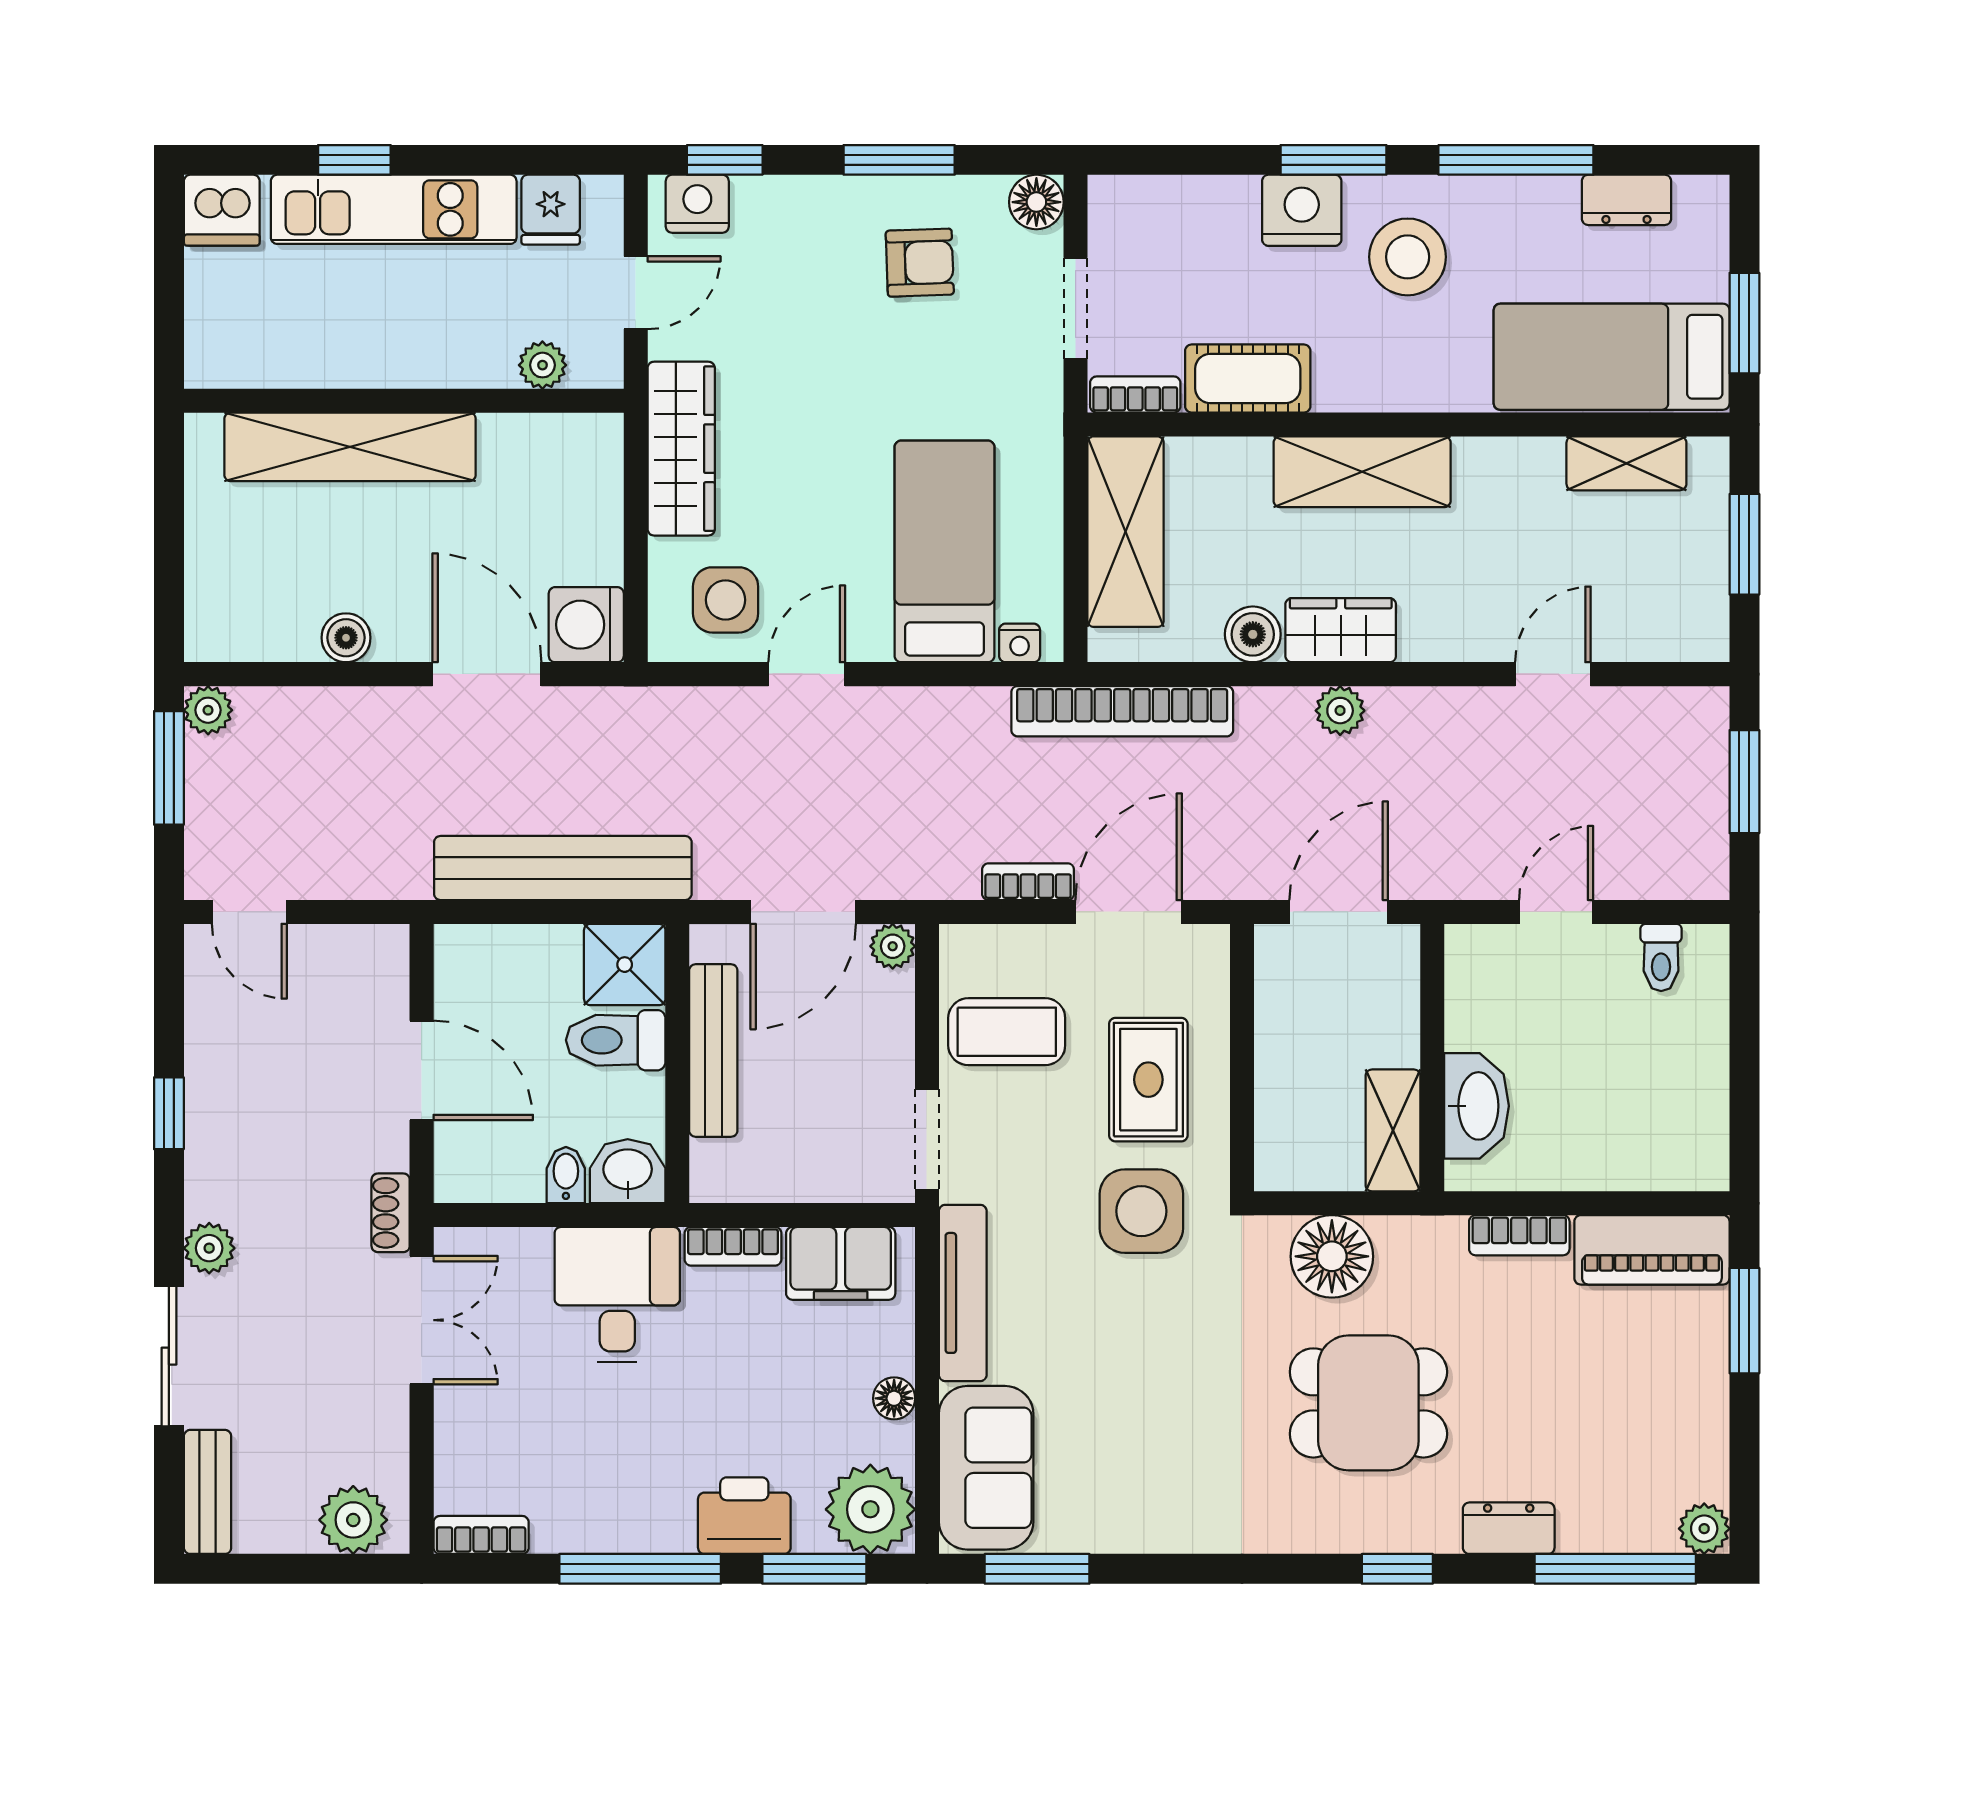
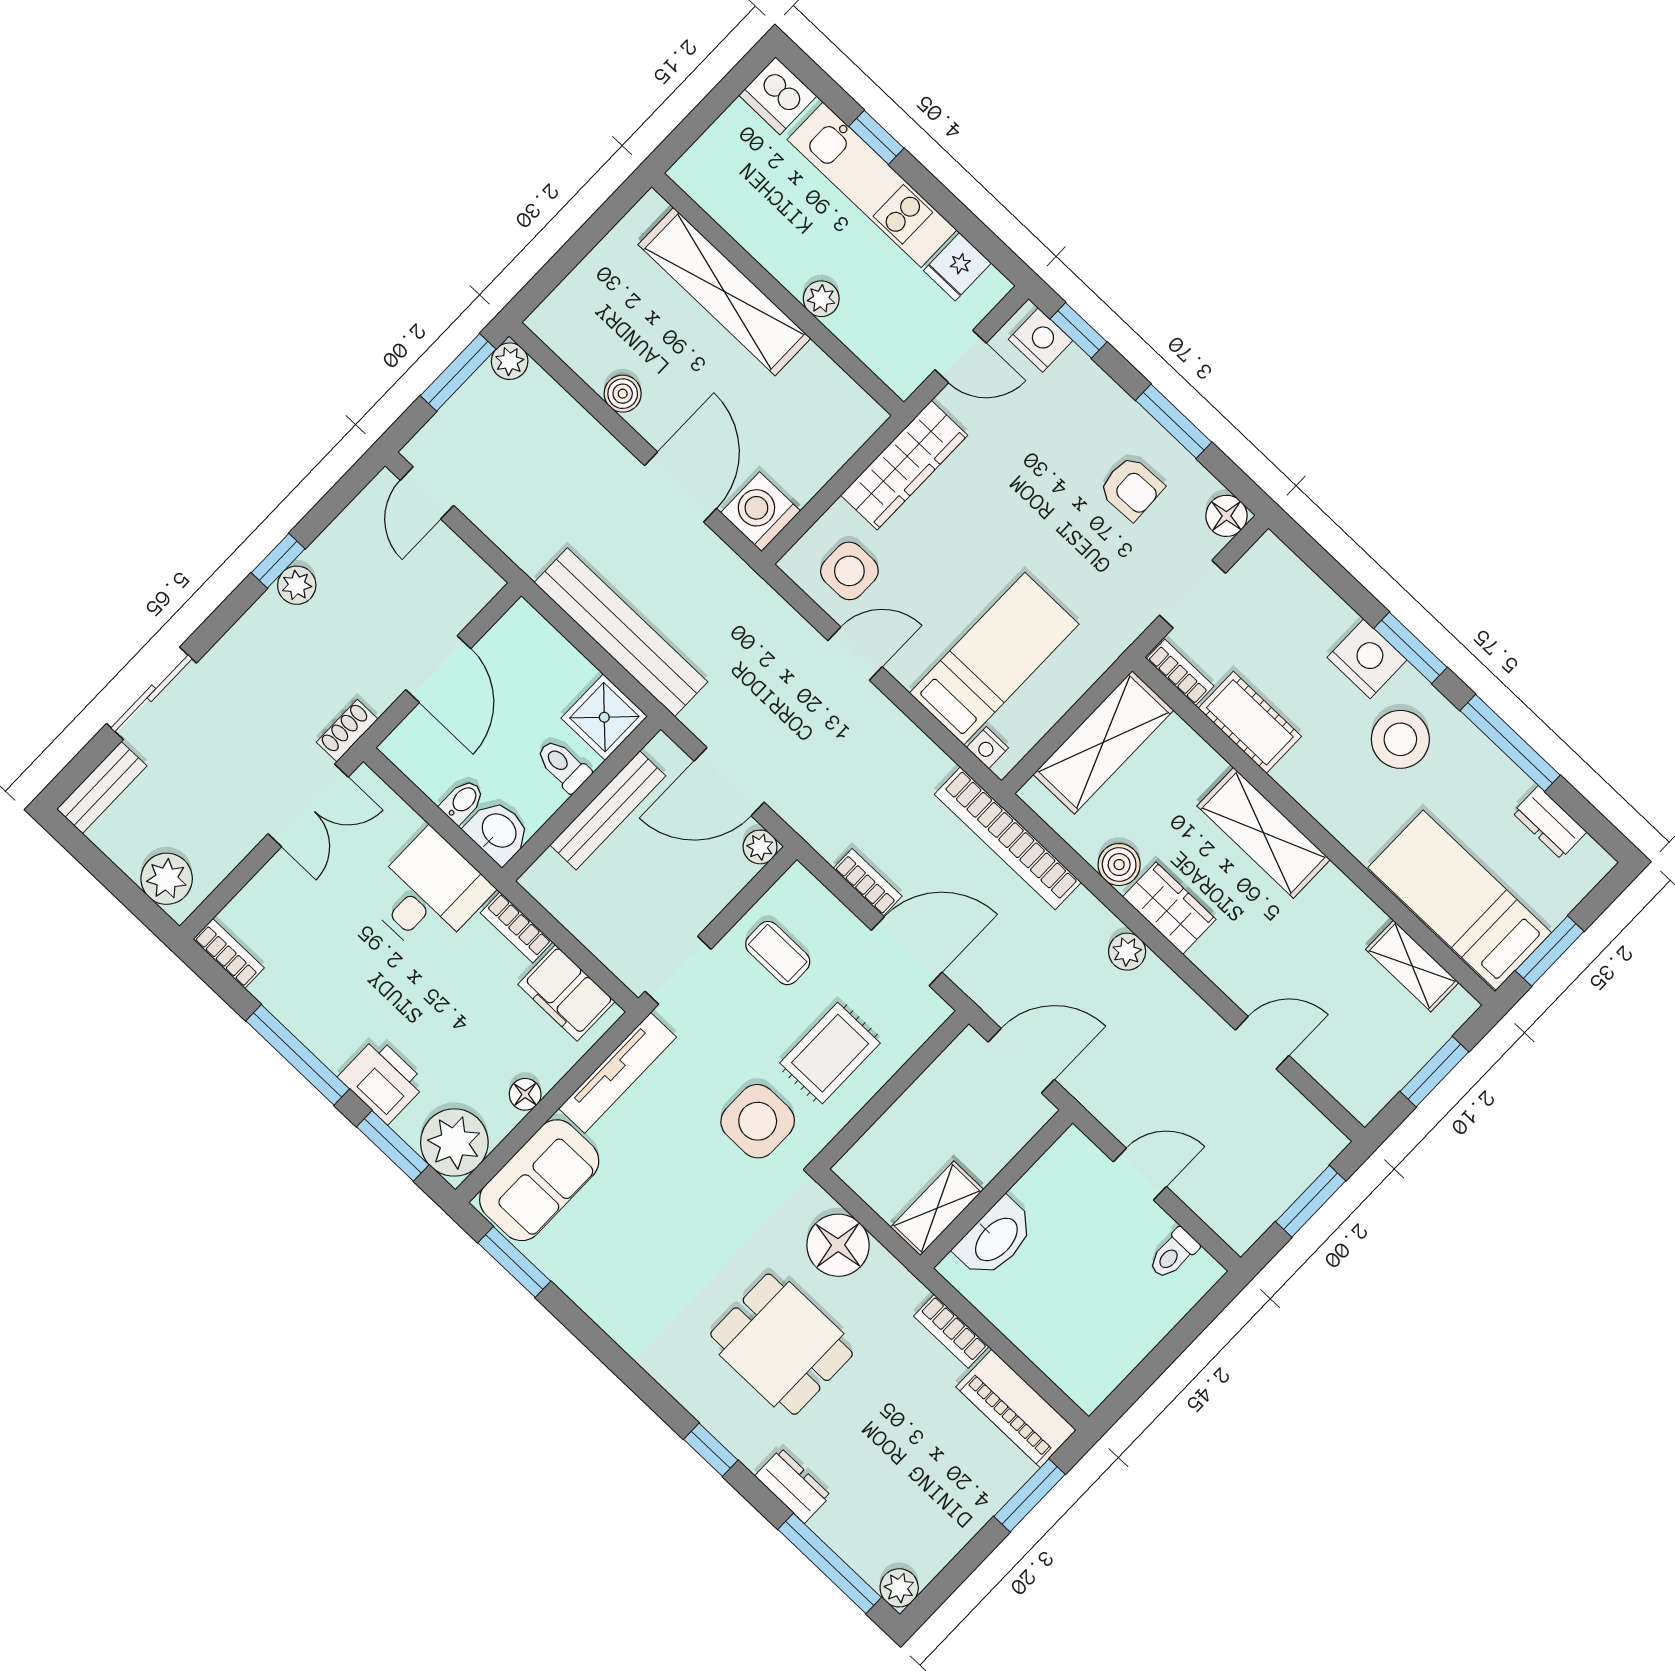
plant: (542, 365) -> (821, 299), moved
coffee table: (1007, 1032) -> (778, 953), width x0.73, depth x0.77
toilet: (616, 1040) -> (563, 765), width x0.73, depth x0.72
plant: (209, 1248) -> (297, 585), moved

